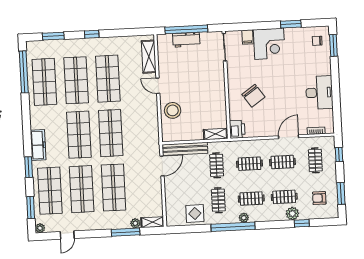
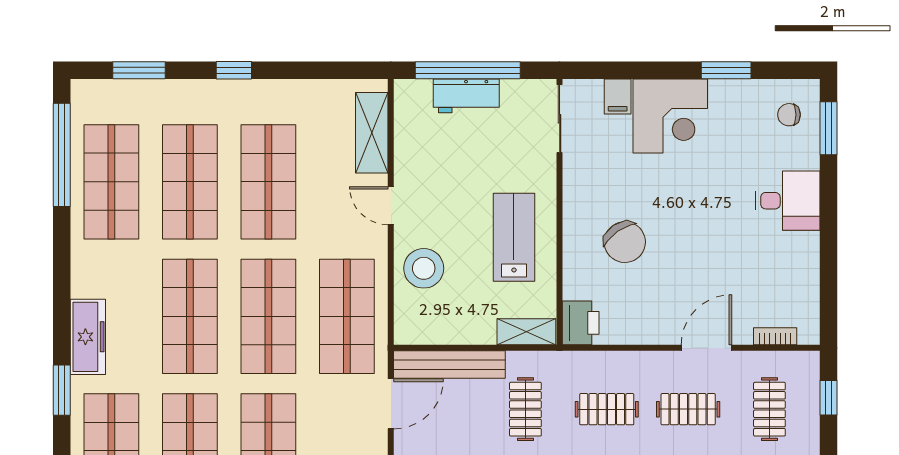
desk: (319, 93) -> (788, 201), moved, width x0.73
lab bench: (208, 96) -> (514, 237), added
shop shelf: (142, 131) -> (347, 316), added

